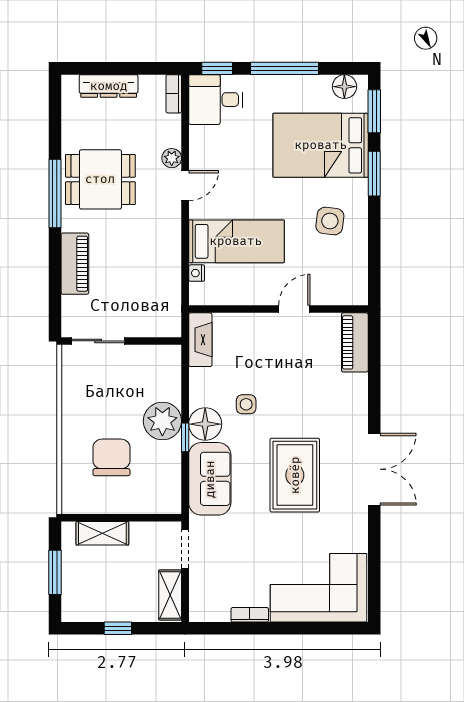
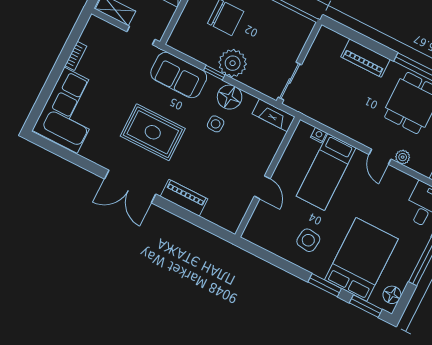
sliding door: (98, 341) -> (290, 81), moved
piano: (355, 342) -> (184, 198), moved
floor lamp: (205, 424) -> (230, 97), moved

